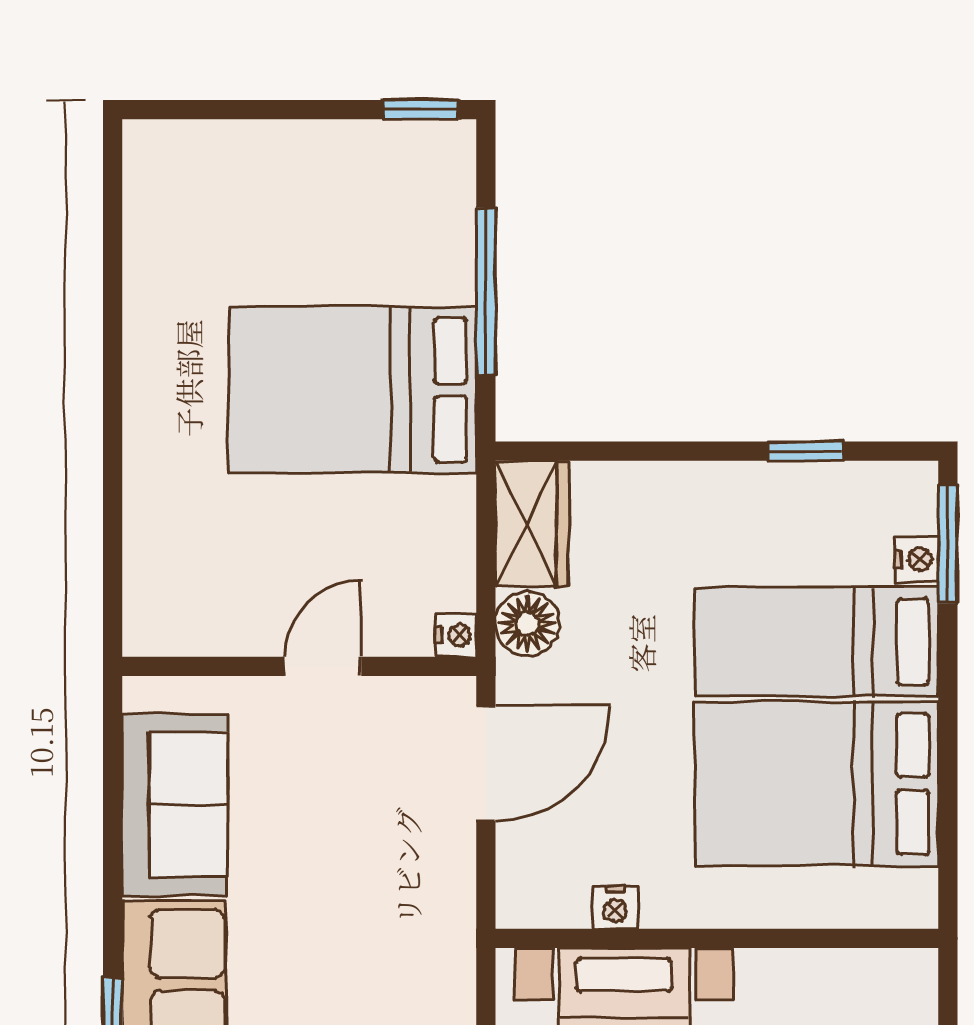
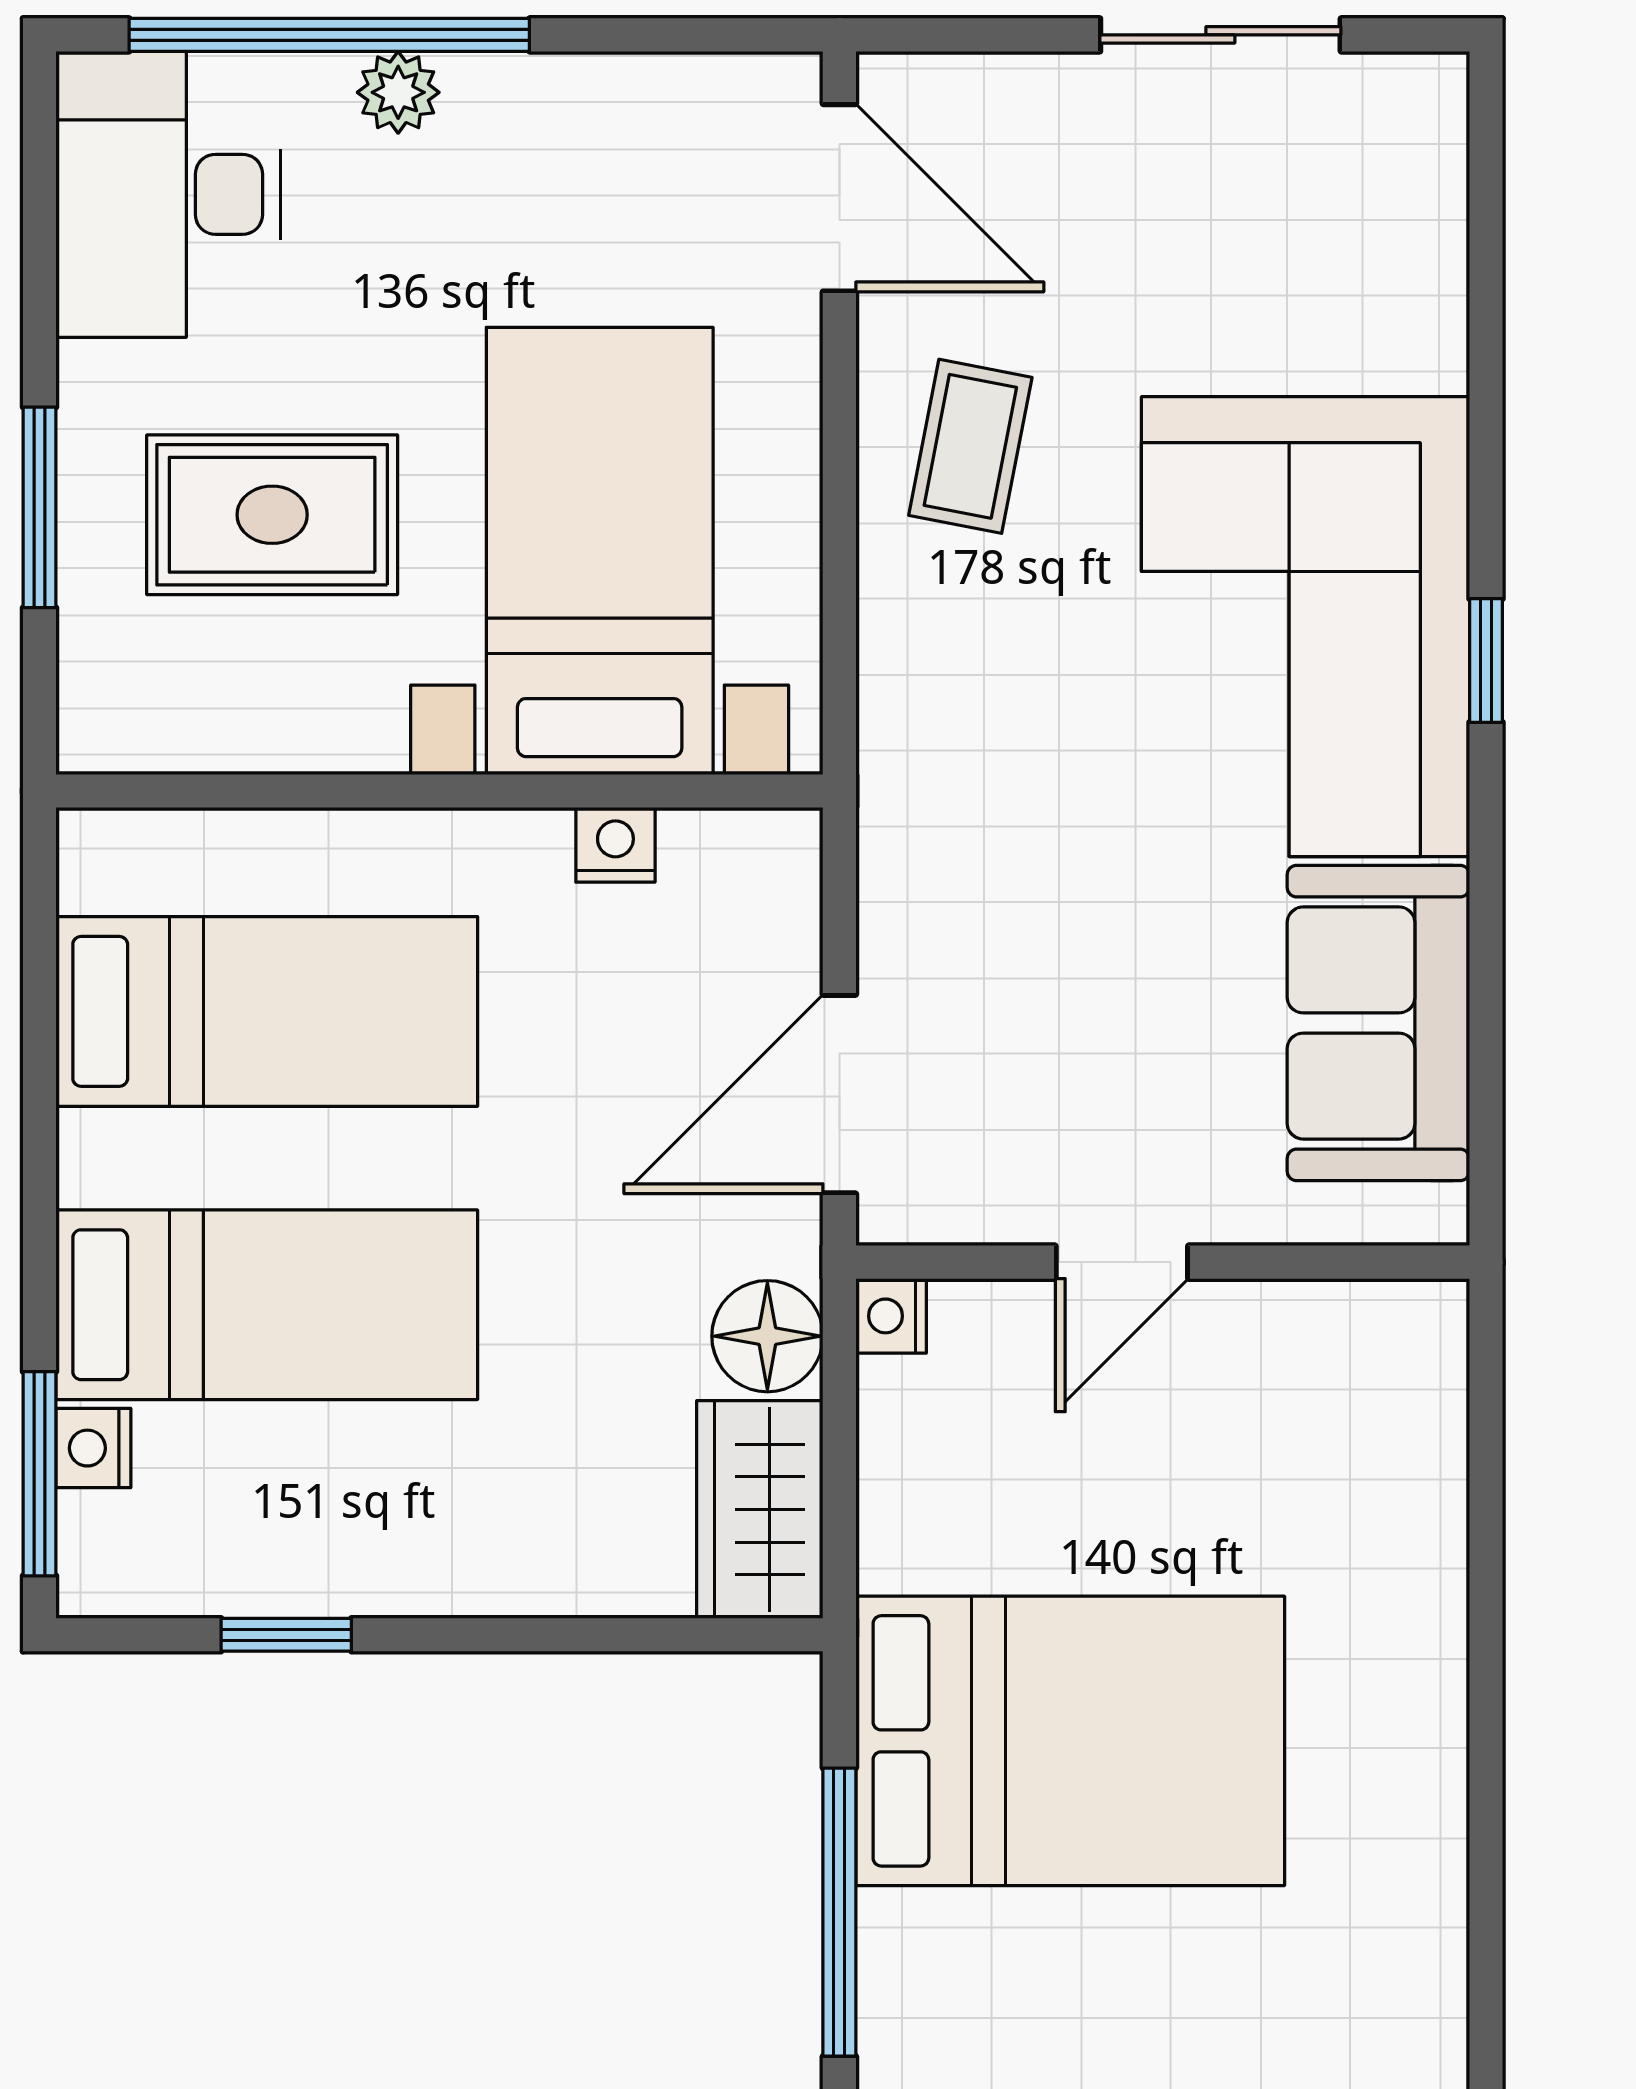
bed: (817, 784) -> (267, 1011), width x0.67

